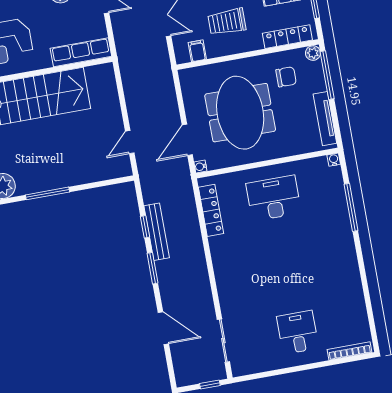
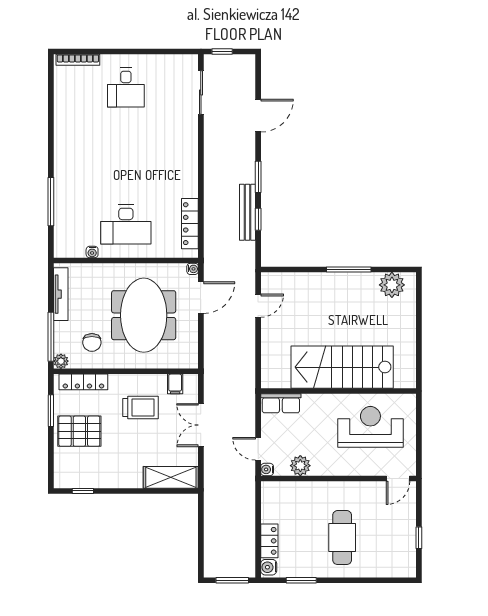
row of seats: (81, 52) -> (281, 403), width x0.68
chair: (286, 77) -> (92, 342), turned -90
water cooler: (334, 160) -> (92, 252), moved
door: (163, 328) -> (258, 116), swing flipped

